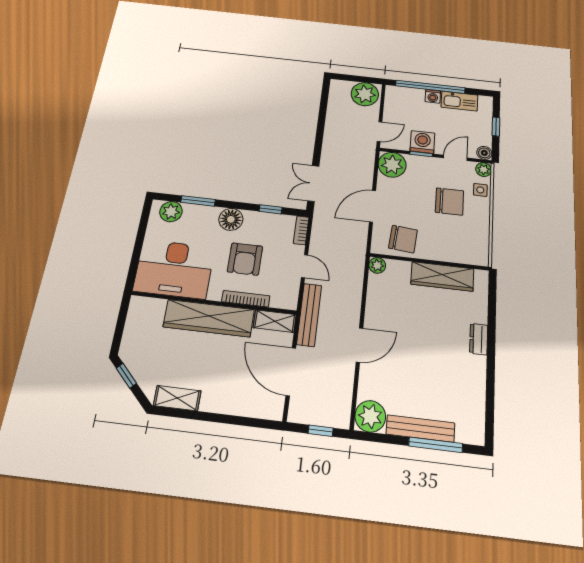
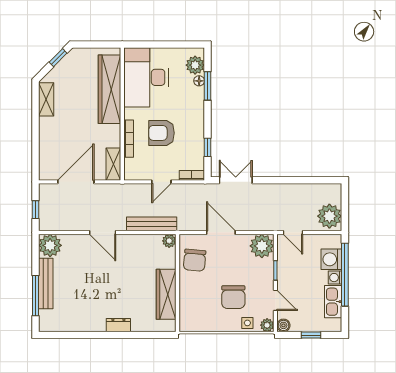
washing machine: (422, 142) -> (331, 259), moved, turned 180
floor lamp: (231, 219) -> (199, 81), moved, width x0.53, depth x0.53
bench: (309, 315) -> (152, 224), moved
wardrobe: (209, 318) -> (110, 89), moved

